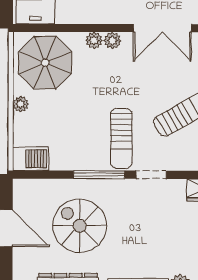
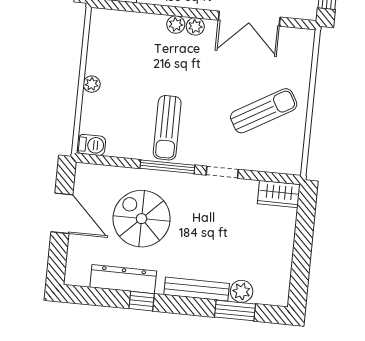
parasol: (45, 63) -> (122, 43), removed
sun lounger: (121, 138) -> (167, 128), moved
barbecue: (31, 159) -> (91, 145), width x0.73, depth x0.79

